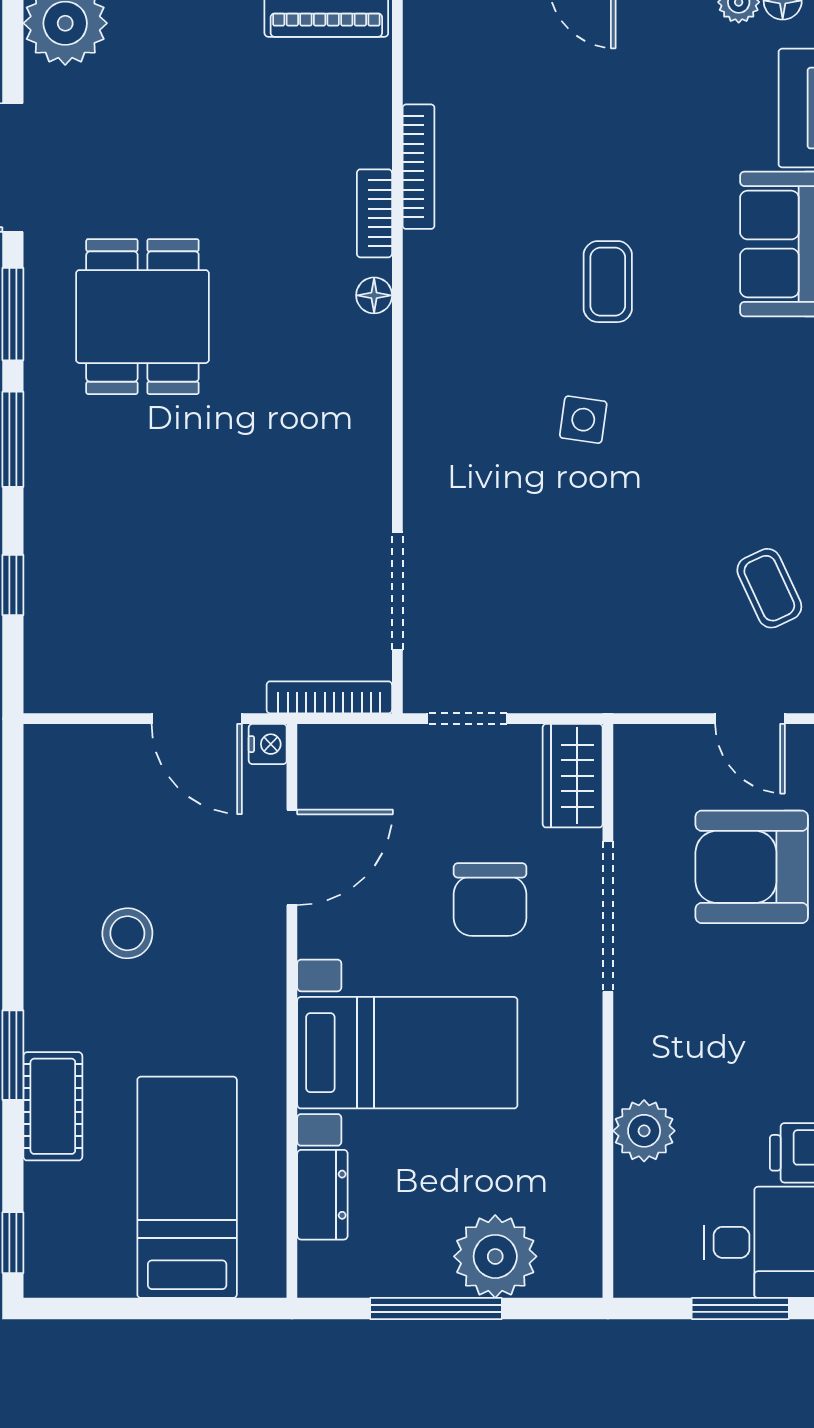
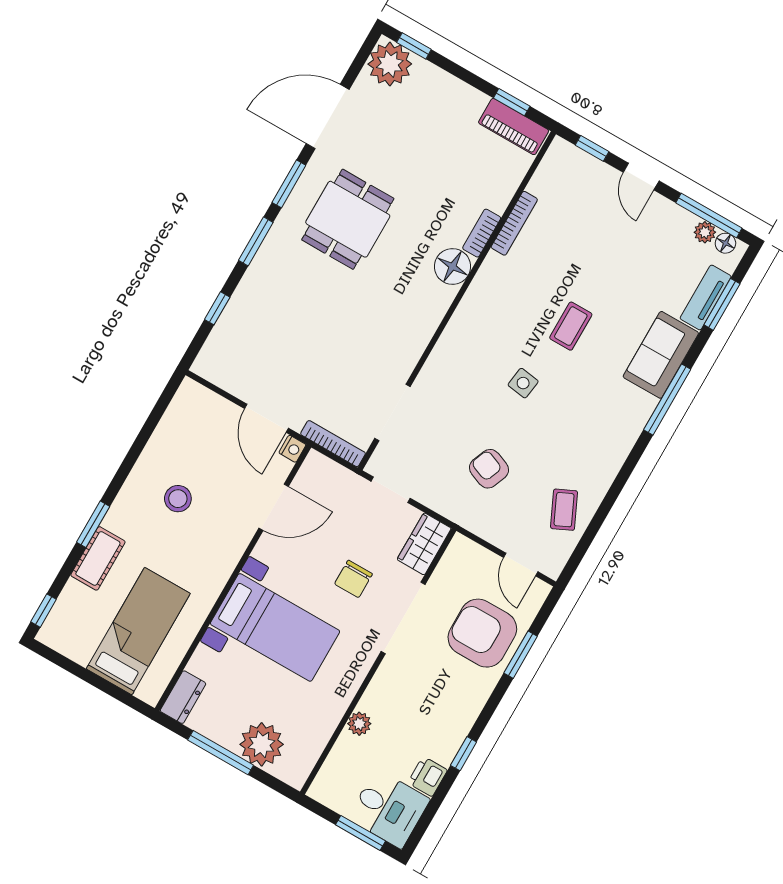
floor lamp: (374, 295) -> (452, 266), width x1.89, depth x1.89
armchair: (608, 592) -> (489, 469), added
chair: (490, 899) -> (353, 579), width x0.73, depth x0.73
plant: (644, 1131) -> (359, 724), width x0.73, depth x0.73
dresser: (322, 1195) -> (183, 697), moved

